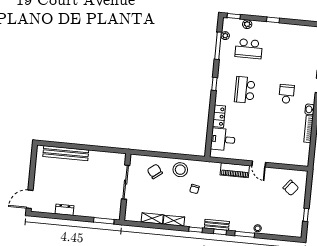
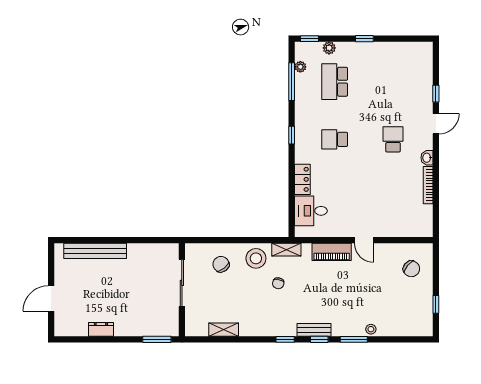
school desk: (249, 49) -> (335, 82), turned 90
school desk: (245, 90) -> (335, 139), width x0.54
door: (30, 199) -> (51, 299), moved
shelving: (174, 221) -> (286, 250), moved

